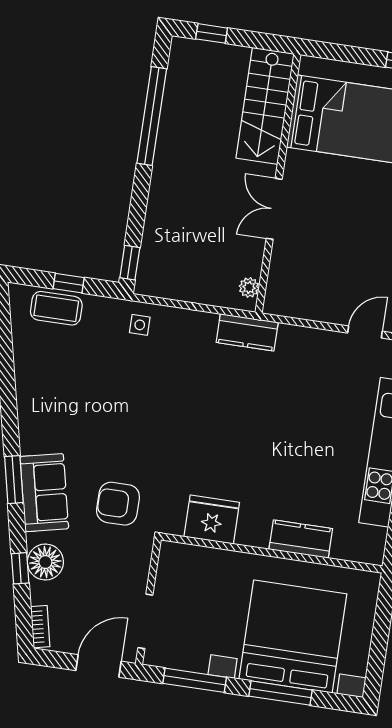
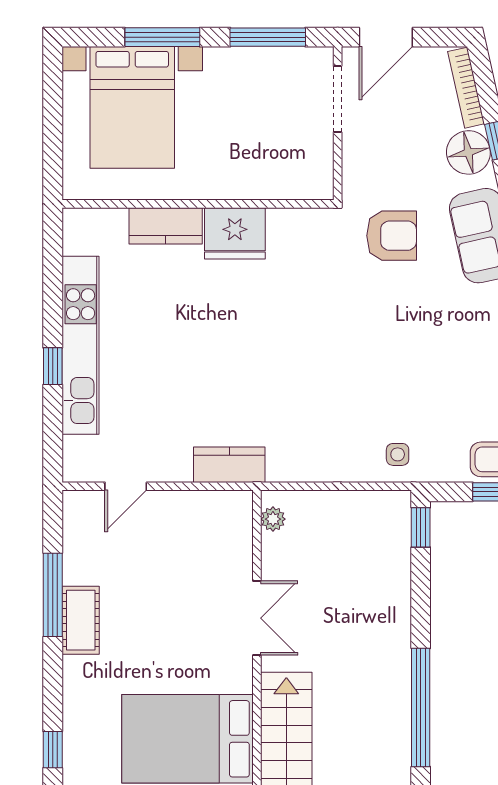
kitchen counter: (247, 332) -> (229, 465), moved
fridge: (212, 520) -> (235, 233), moved
bookcase: (40, 627) -> (466, 88), width x1.56
bed with nightstands: (293, 637) -> (132, 107), width x0.73

